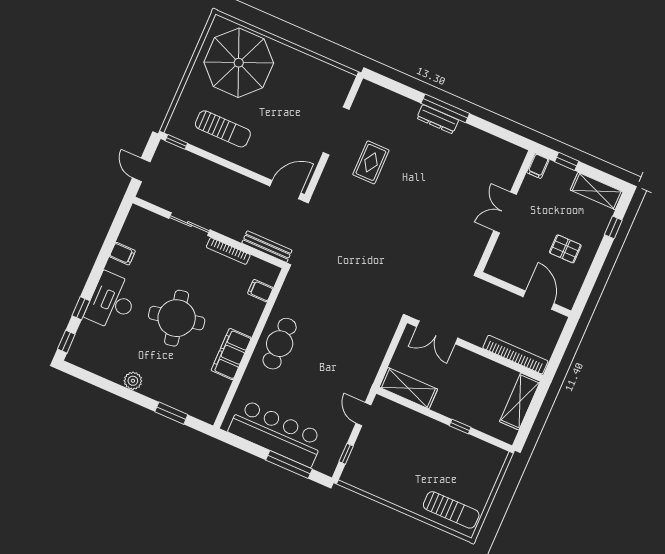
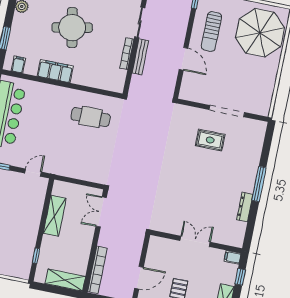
dresser: (438, 119) -> (245, 207), moved
door: (285, 190) -> (183, 59), moved
bench: (267, 247) -> (140, 57), moved
filing cabinet: (260, 291) -> (18, 65), moved
cafe table: (280, 344) -> (91, 117), moved
shelving: (408, 388) -> (55, 216), moved
window: (460, 427) -> (36, 256), moved

